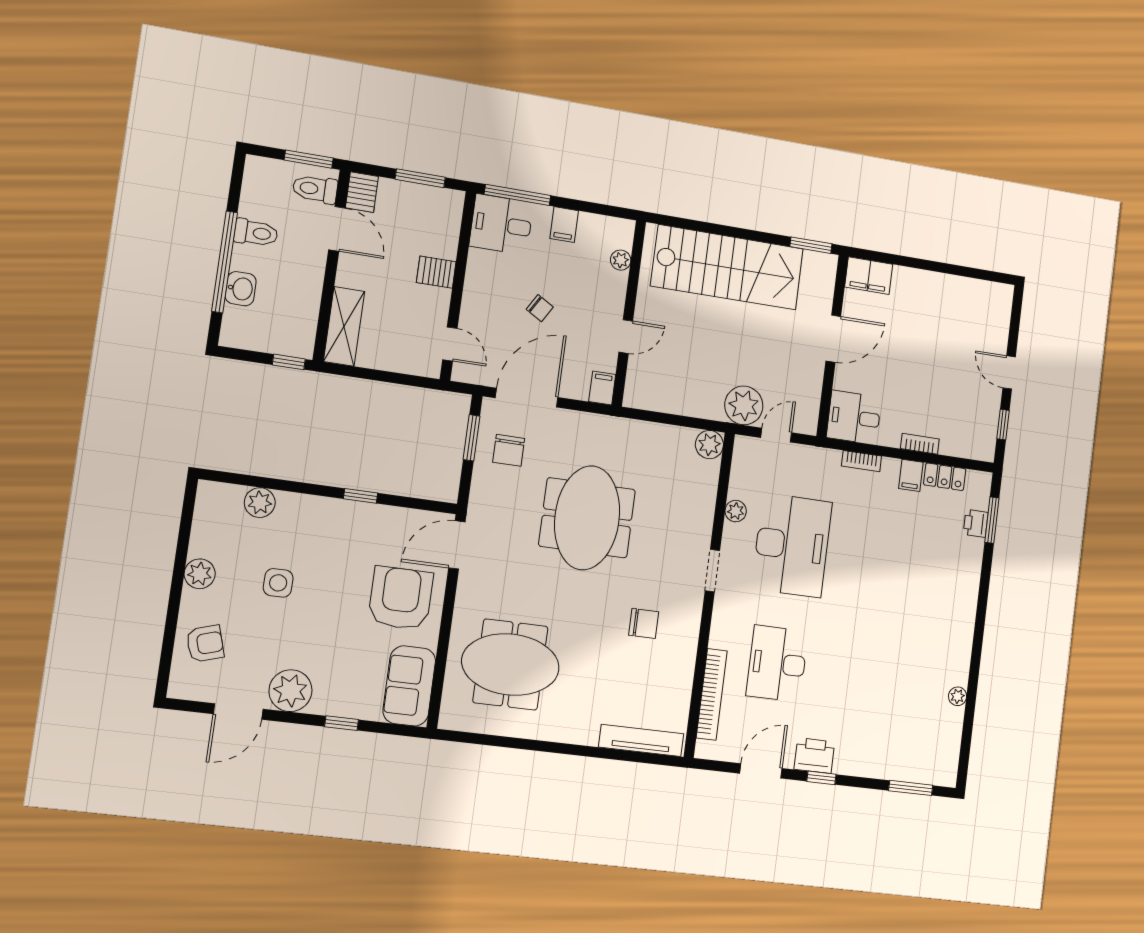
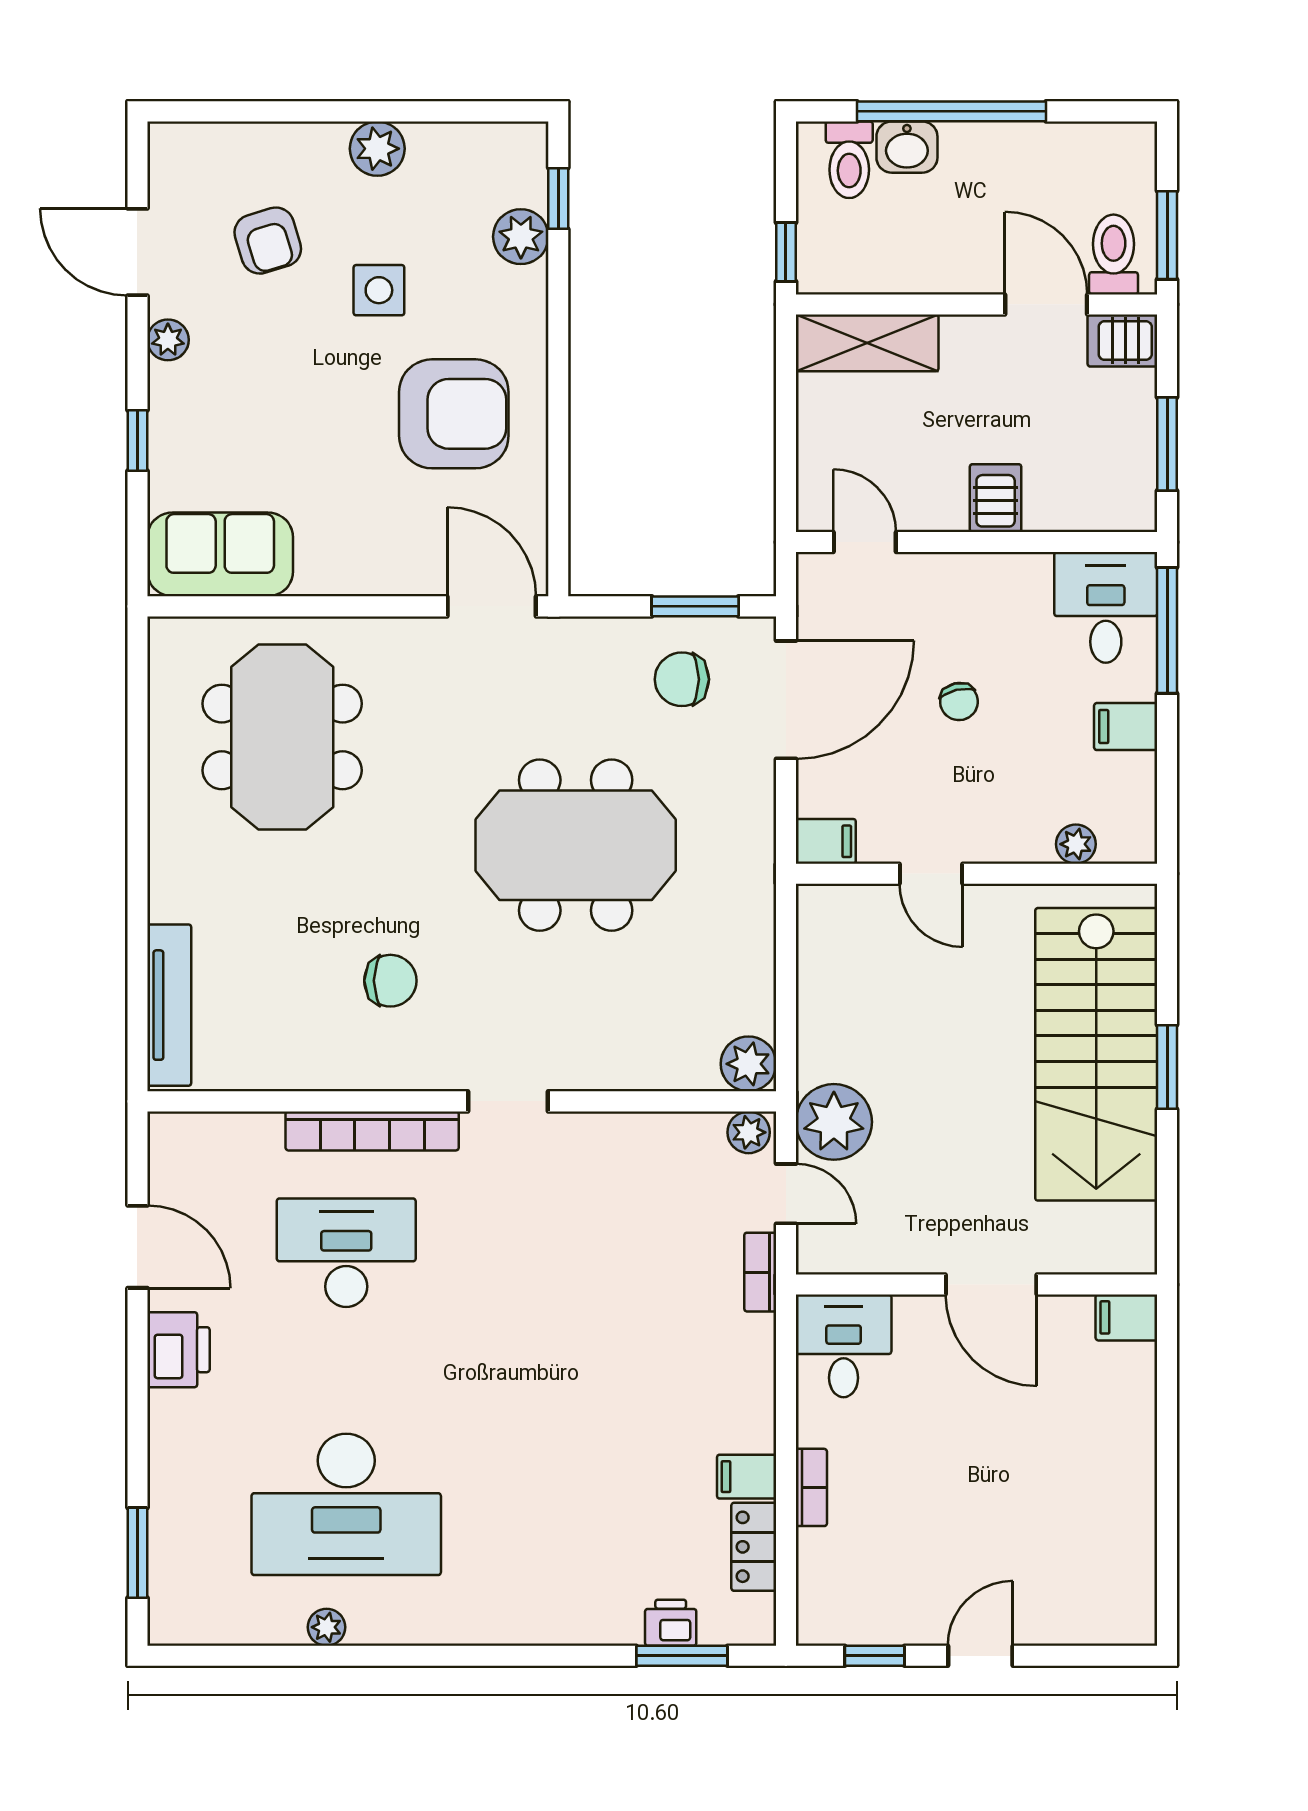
door: (337, 229) -> (1046, 304), swing flipped
toilet: (256, 233) -> (849, 160), moved
window: (811, 245) -> (1167, 1067), moved
filing cabinet: (869, 276) -> (1126, 1317), width x0.50
chair: (540, 308) -> (959, 702), turned -44
door: (450, 344) -> (865, 542), swing flipped
door: (527, 398) -> (786, 700), hinge flipped
bookcase: (861, 461) -> (760, 1272), moved
window: (360, 496) -> (558, 198), moved
plant: (736, 511) -> (749, 1132), moved
desk: (792, 545) -> (346, 1504), moved
armchair: (401, 598) -> (454, 414), moved
chair: (644, 623) -> (390, 981), turned -90
armchair: (205, 644) -> (268, 241), moved
plant: (290, 691) -> (168, 340), width x0.53, depth x0.53
bookcase: (712, 694) -> (372, 1131), moved
window: (821, 778) -> (137, 1369), removed

